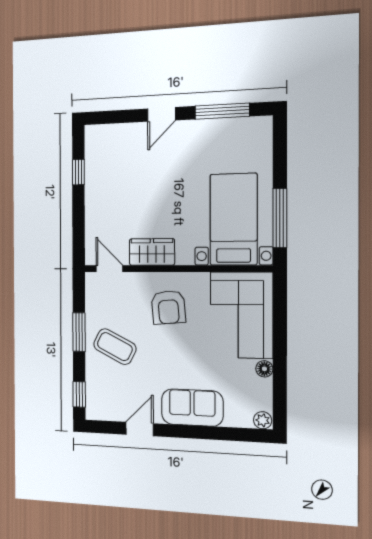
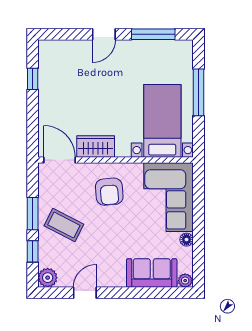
window: (280, 218) -> (198, 92), moved
door: (109, 269) -> (59, 160), width x1.38
window: (79, 394) -> (33, 251), moved
sofa: (192, 408) -> (152, 273), moved
plant: (96, 409) -> (48, 278), added

